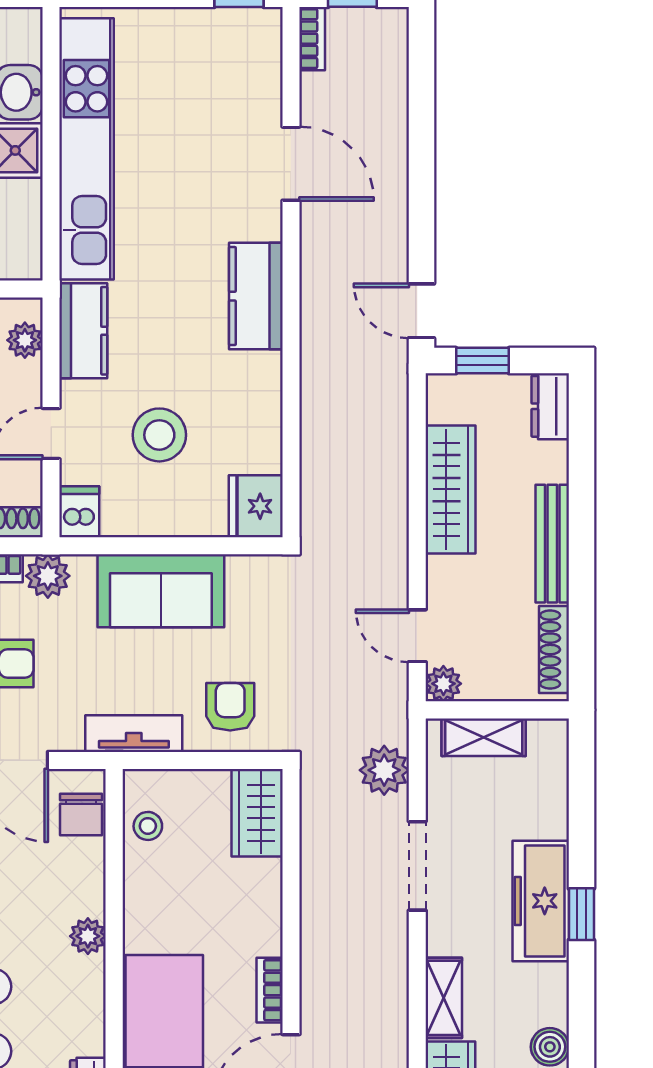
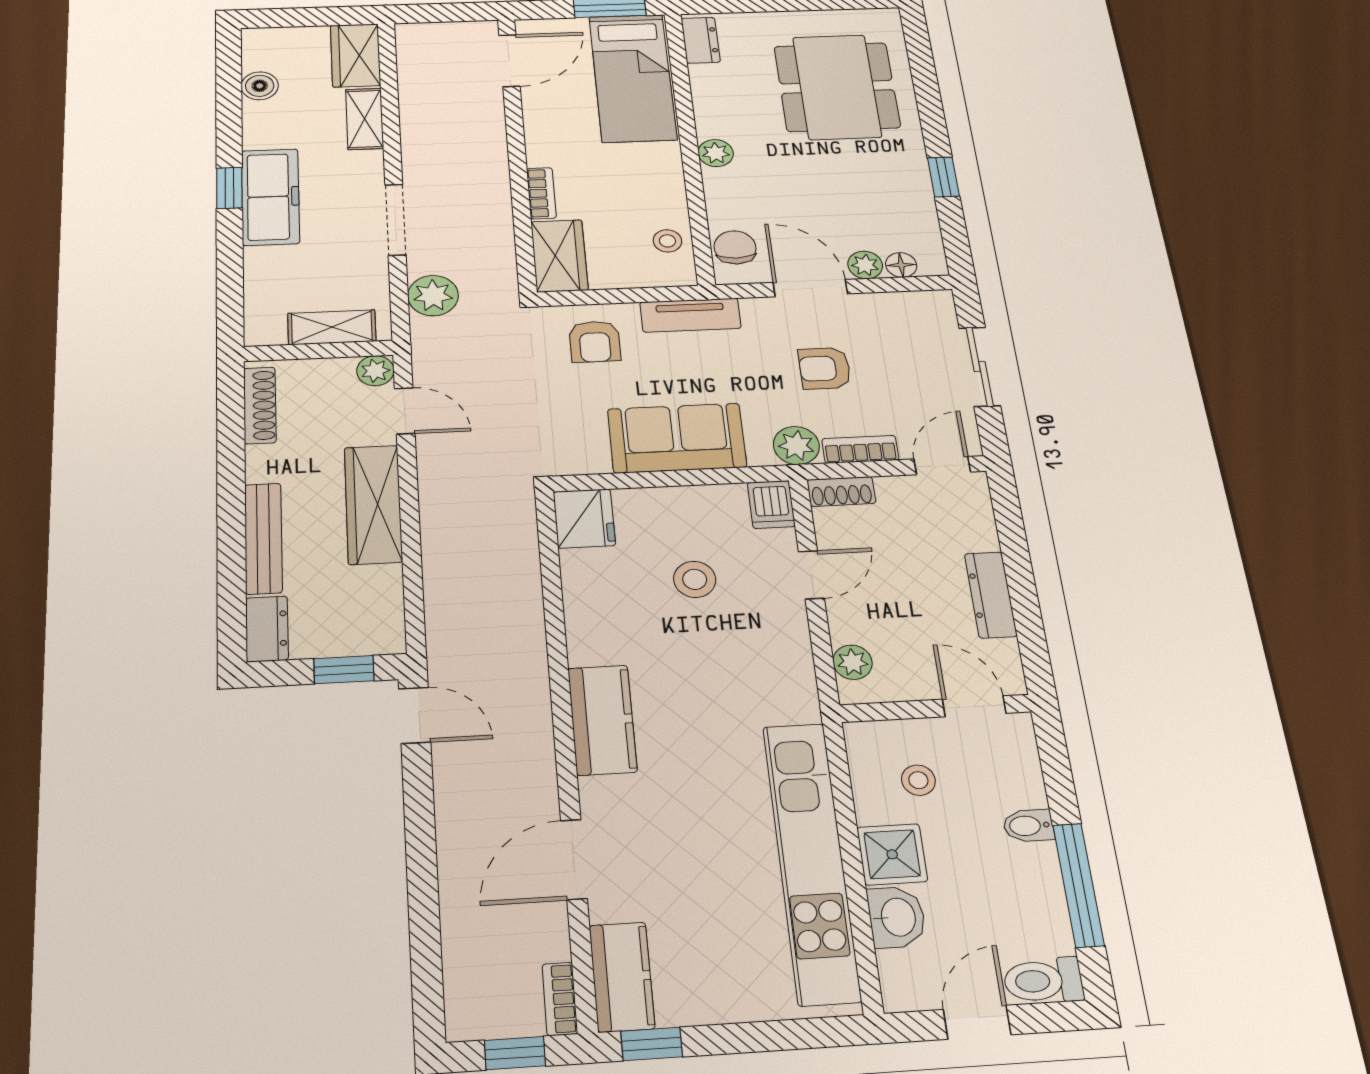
door: (291, 164) -> (574, 859), hinge flipped
kitchen counter: (83, 331) -> (622, 977), moved, turned 180
stool: (159, 435) -> (695, 579), width x0.73, depth x0.73
wardrobe: (450, 489) -> (373, 504), moved
bench: (552, 544) -> (263, 538), moved
bookcase: (270, 990) -> (541, 193), moved

